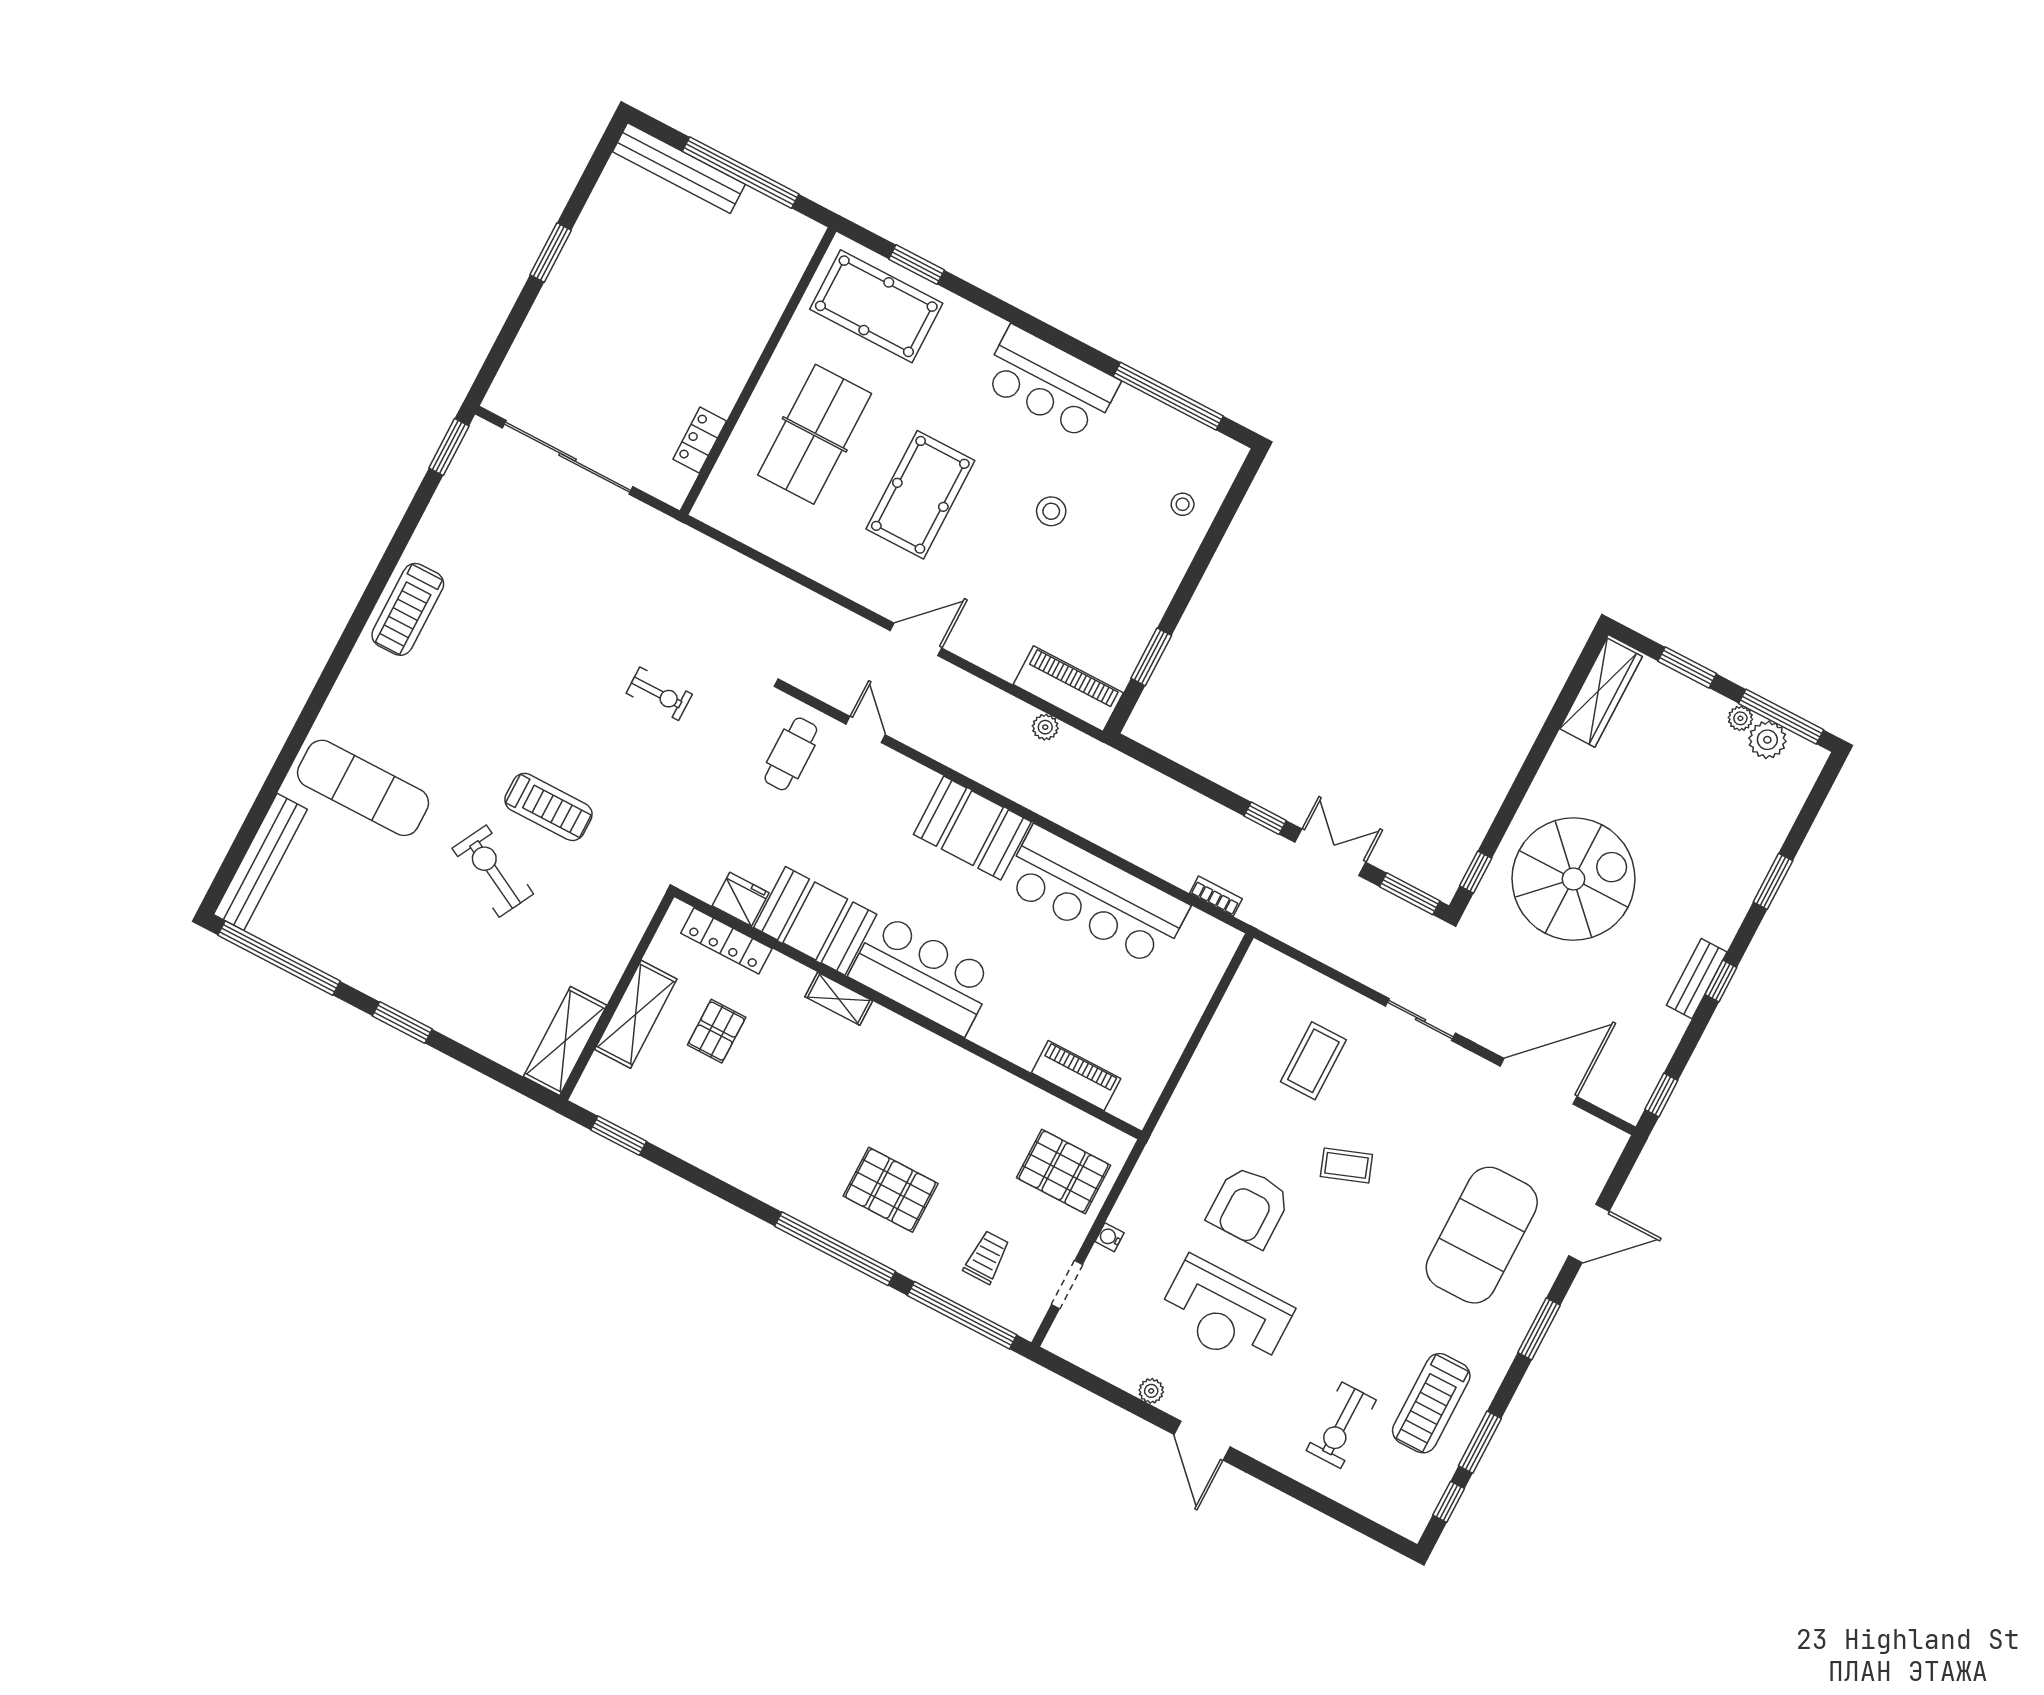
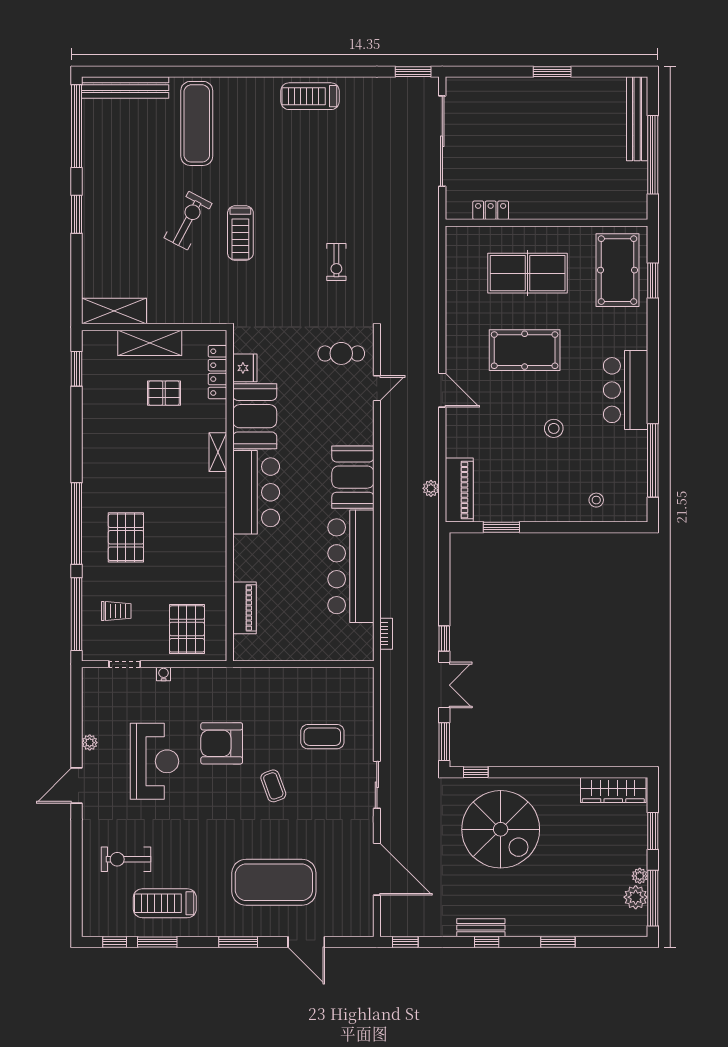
reception desk: (1225, 1314) -> (154, 761), turned 180

